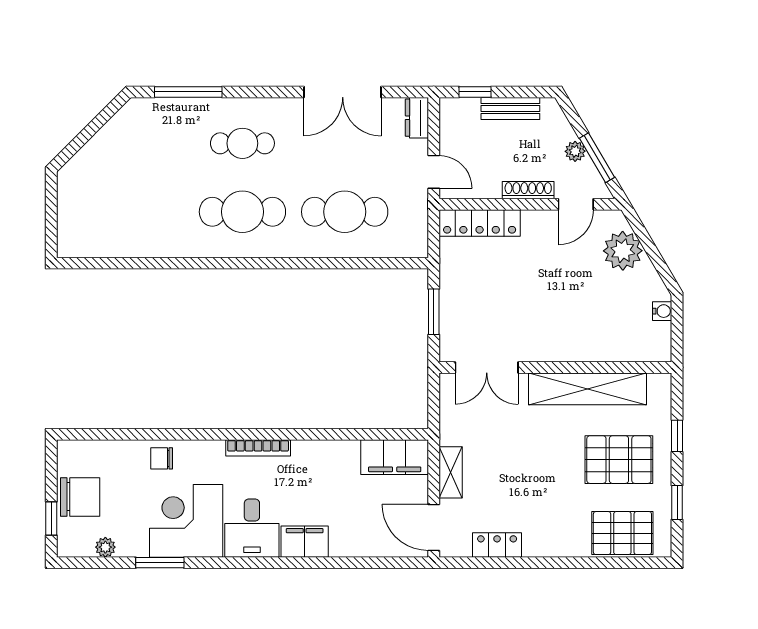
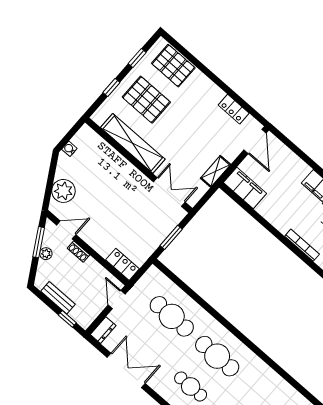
shoe rack: (528, 190) -> (78, 252), width x0.70
locker: (480, 223) -> (122, 264), width x0.66
shelving: (451, 472) -> (216, 171), moved

